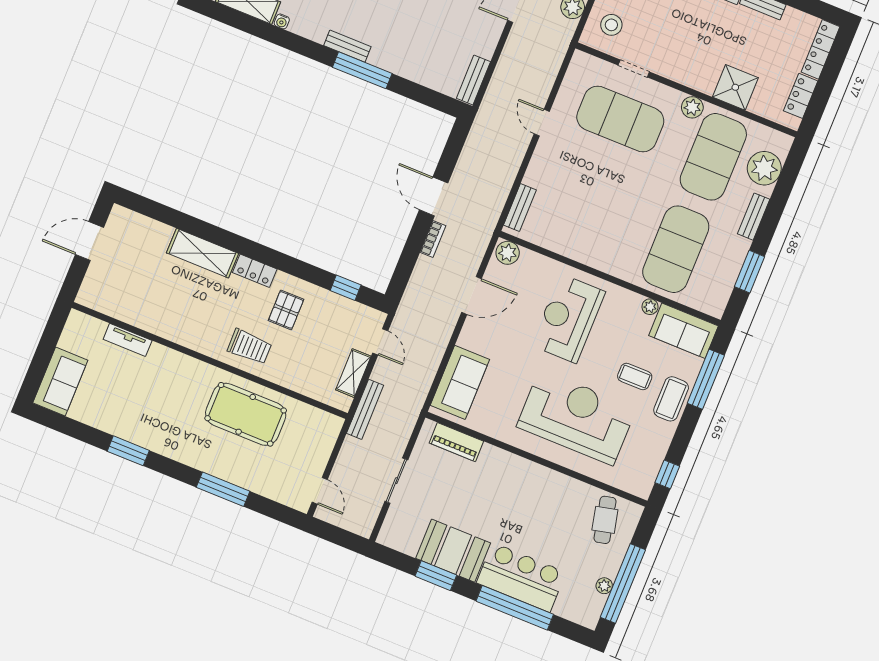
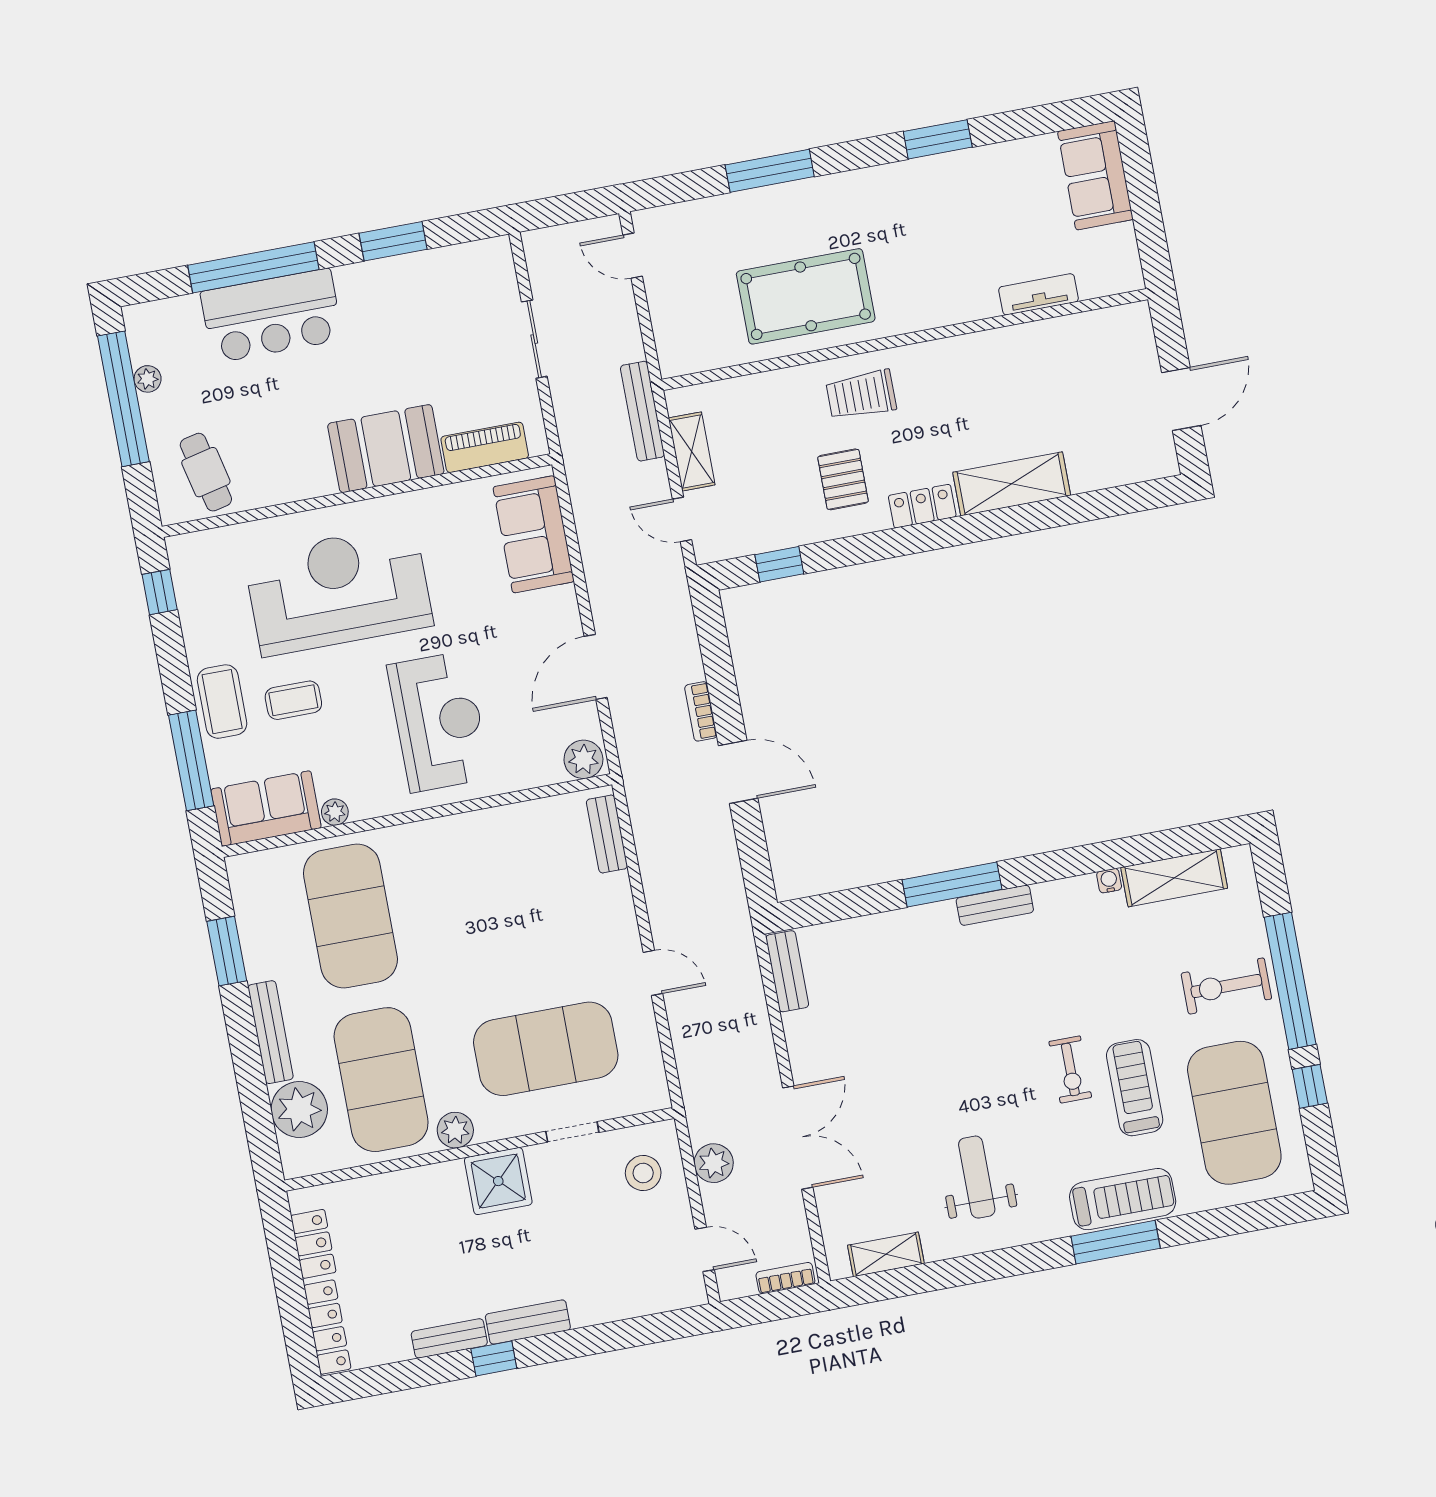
shower: (735, 87) -> (498, 1181), moved
bench: (754, 217) -> (271, 1032), width x1.36
reception desk: (576, 417) -> (338, 590), turned 180
booth: (453, 551) -> (386, 449), moved

